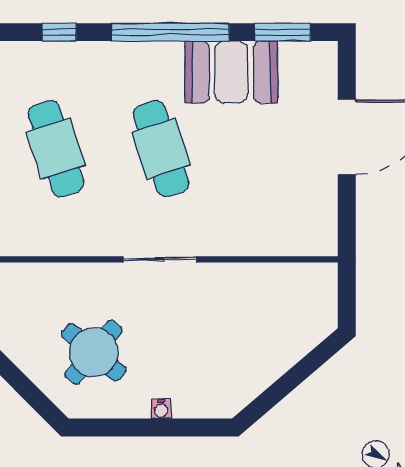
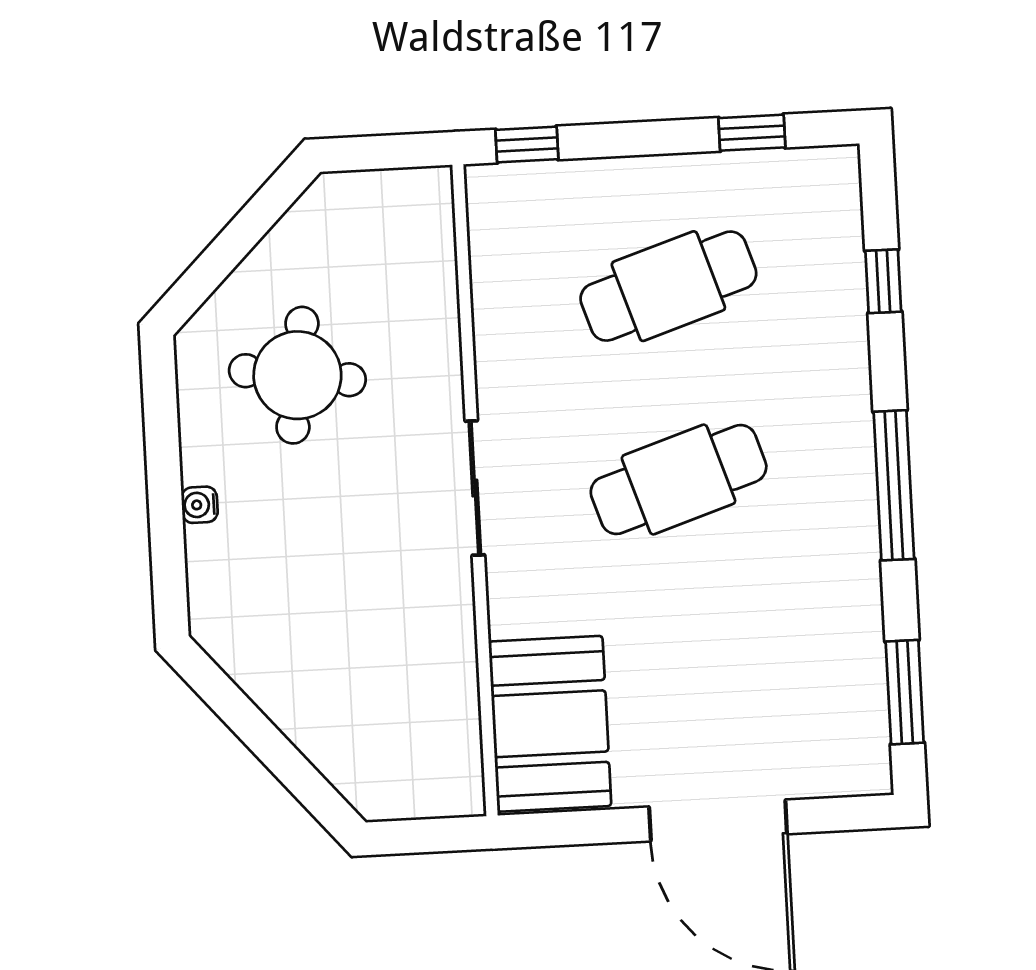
window: (170, 32) -> (894, 485), width x0.68
booth: (231, 72) -> (550, 724), moved
round table: (94, 352) -> (297, 375), turned -32

